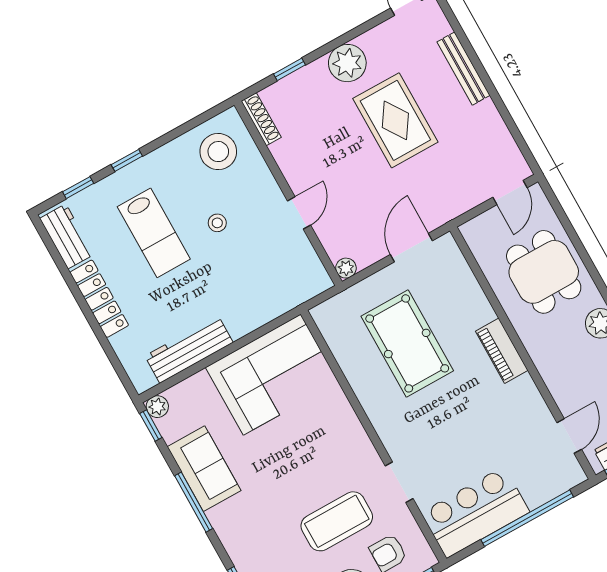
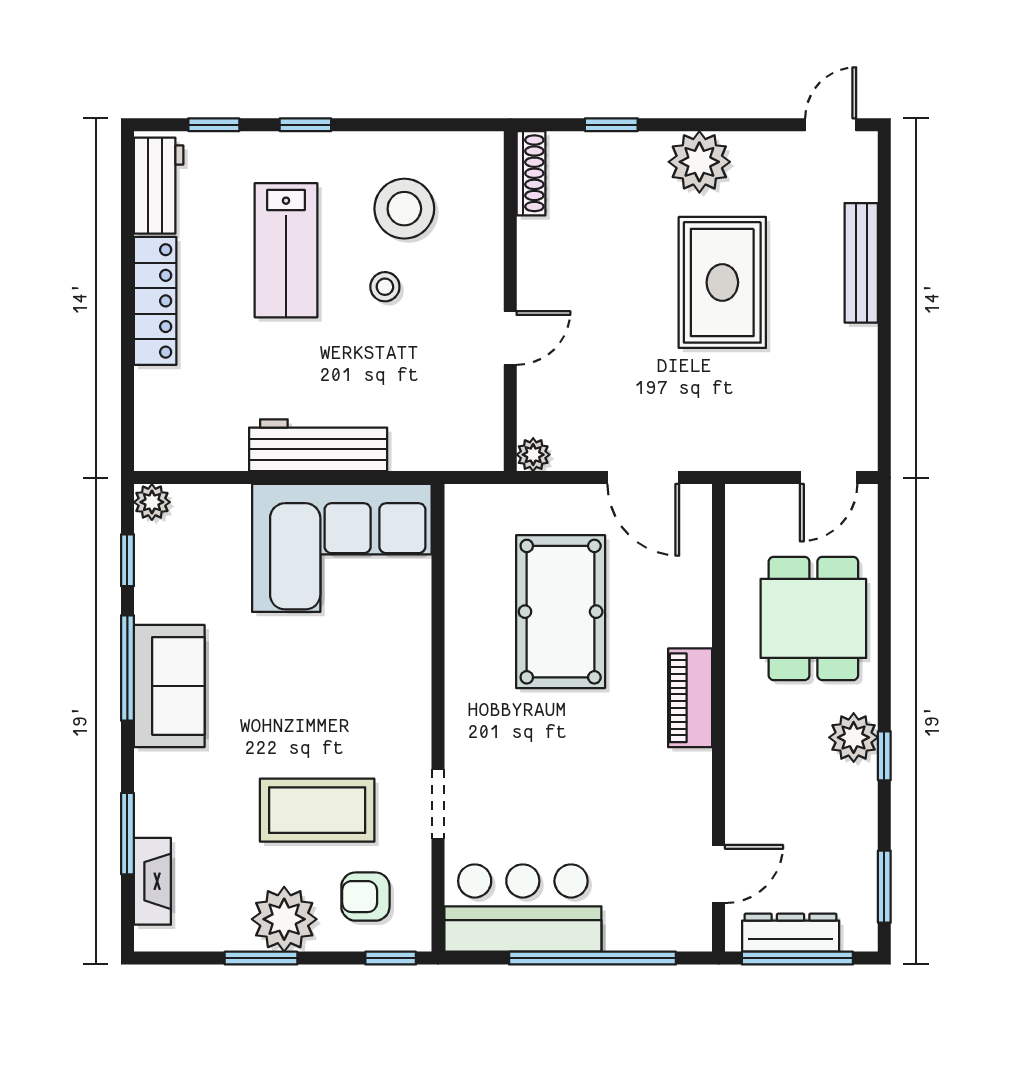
stool: (218, 152) -> (404, 209), moved
door: (411, 248) -> (643, 478), swing flipped
workbench: (189, 349) -> (318, 445), moved
window: (151, 426) -> (127, 560), moved
sofa: (204, 469) -> (169, 686), moved

